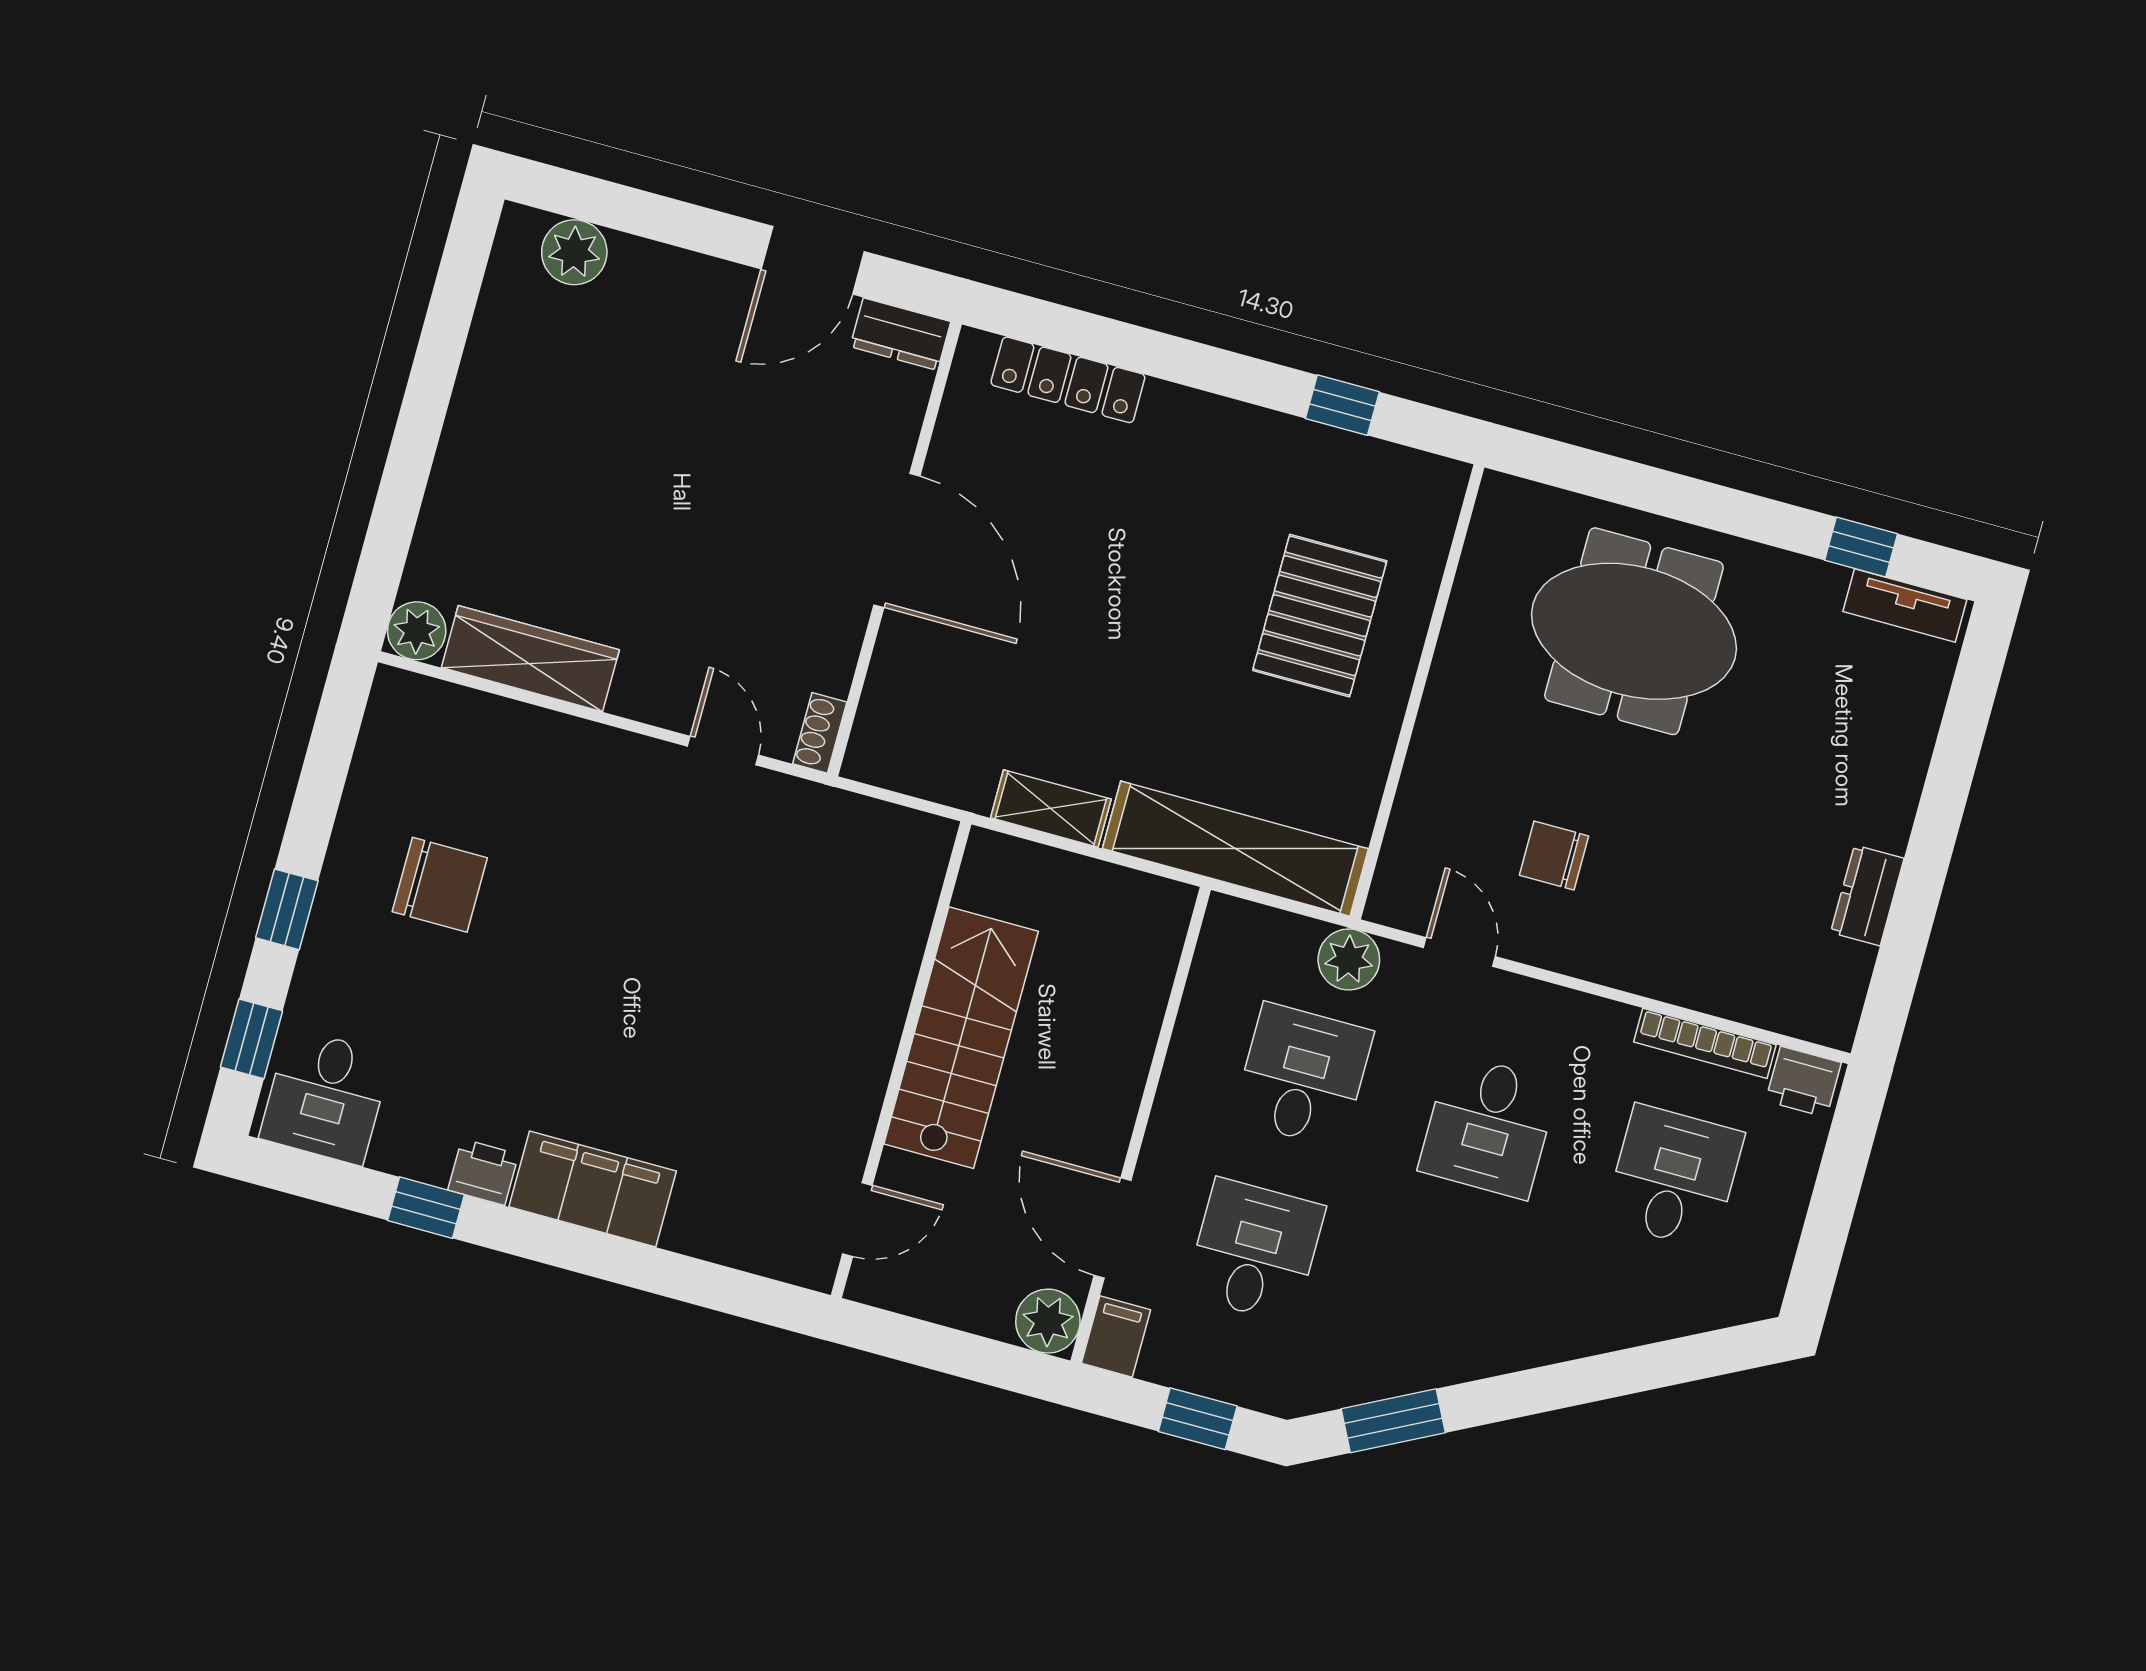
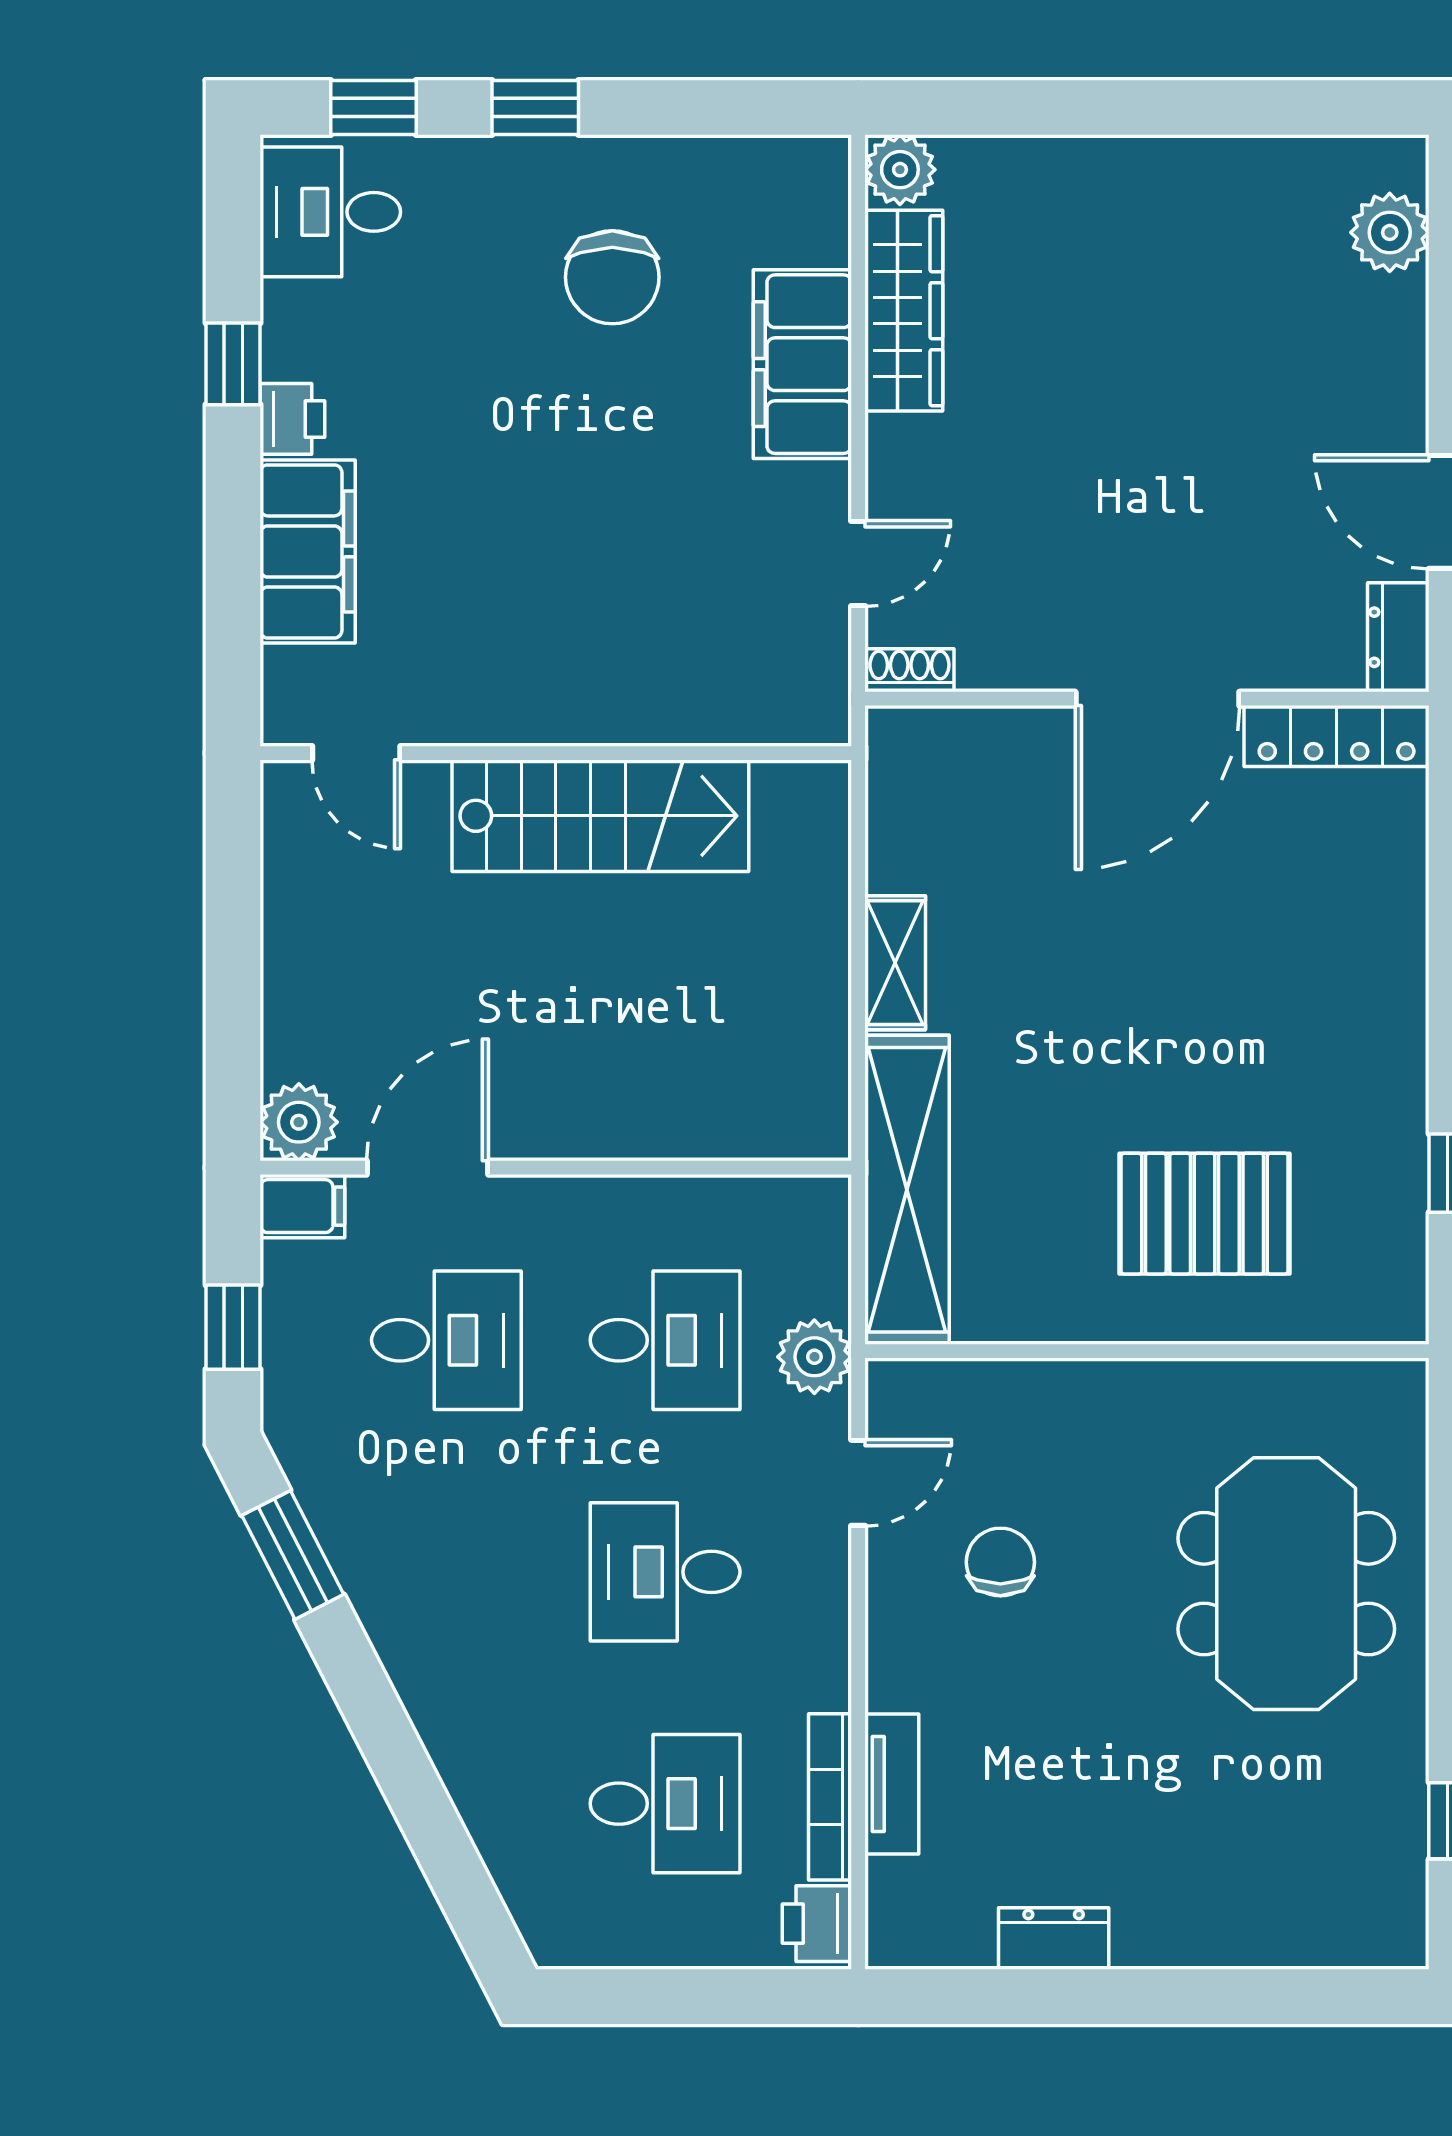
locker: (1068, 380) -> (1337, 736), moved, turned -90
tv unit: (1905, 606) -> (892, 1784), moved, turned 180
filing cabinet: (551, 752) -> (802, 364), added
stairs: (961, 1038) -> (600, 816), moved
wall: (901, 1060) -> (556, 753), moved
door: (857, 1220) -> (356, 753), moved

